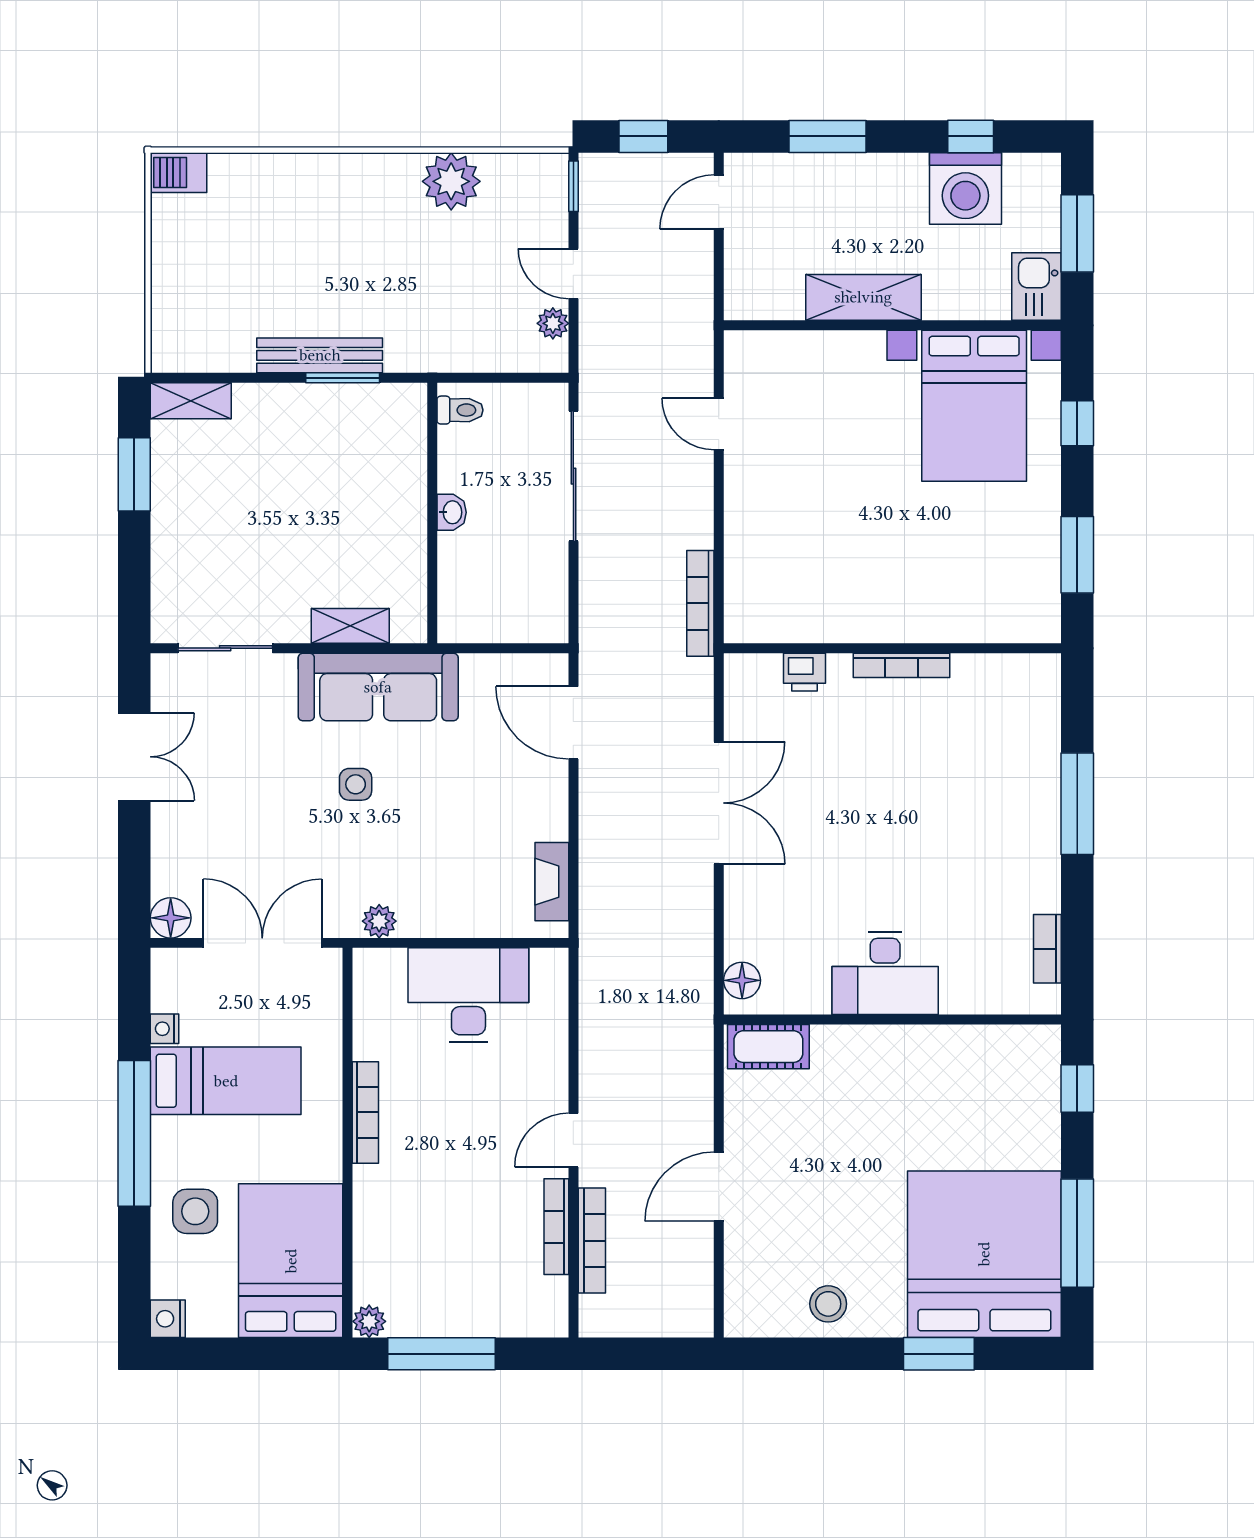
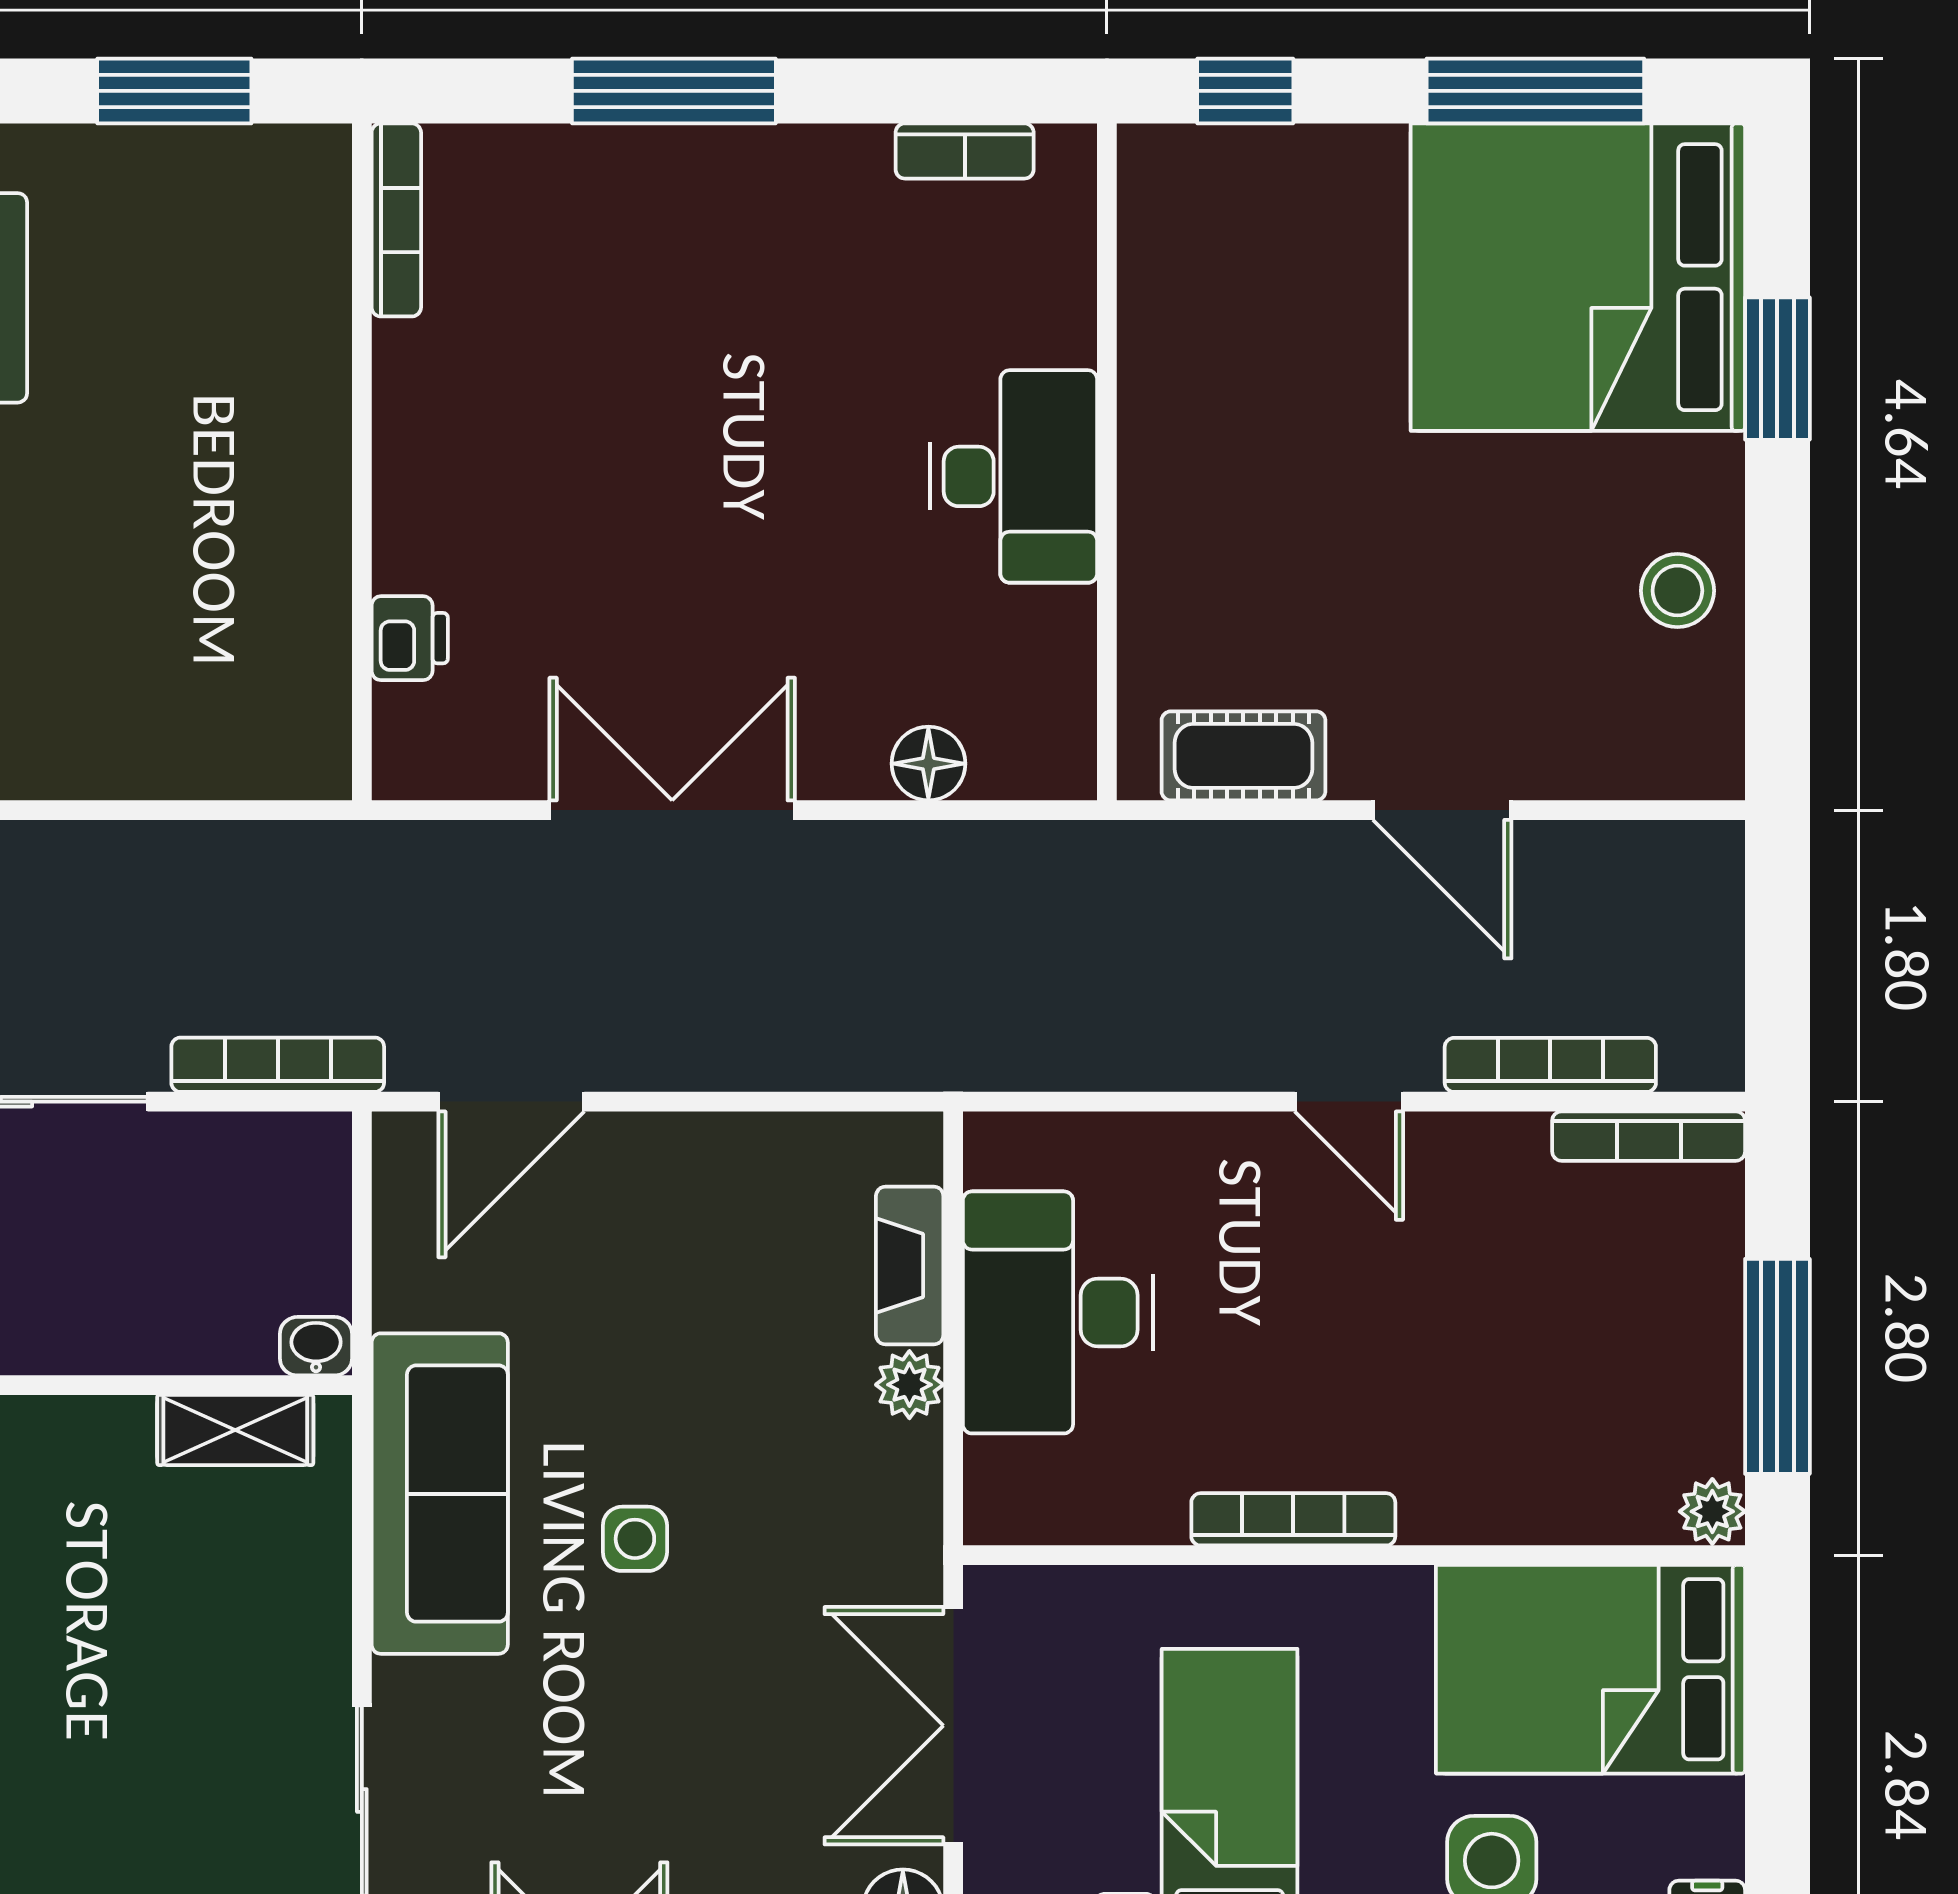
washbasin: (452, 512) -> (316, 1346), moved
bookcase: (700, 603) -> (278, 1065), moved, turned 180
shelving: (350, 626) -> (235, 1430), moved, turned 90
bookcase: (902, 665) -> (396, 220), moved
fireplace: (552, 882) -> (910, 1265), moved, turned 90
plant: (379, 921) -> (909, 1385), moved
floor lamp: (742, 980) -> (928, 764), moved
cot: (768, 1047) -> (1243, 756), moved, turned 90
bookcase: (556, 1227) -> (1649, 1136), moved

